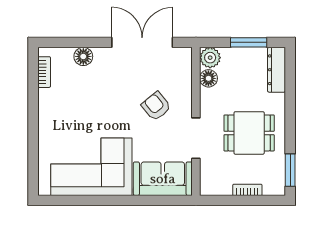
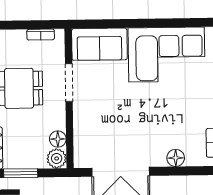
armchair: (156, 106) -> (107, 112), removed
bookcase: (247, 190) -> (41, 35), moved

